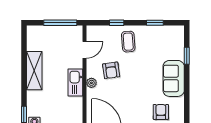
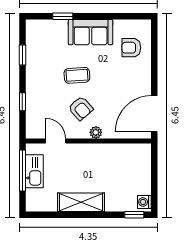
coffee table: (128, 42) -> (77, 75), moved
armchair: (111, 70) -> (81, 108), turned 57
kitchen sink: (75, 82) -> (34, 171), moved, turned -90

